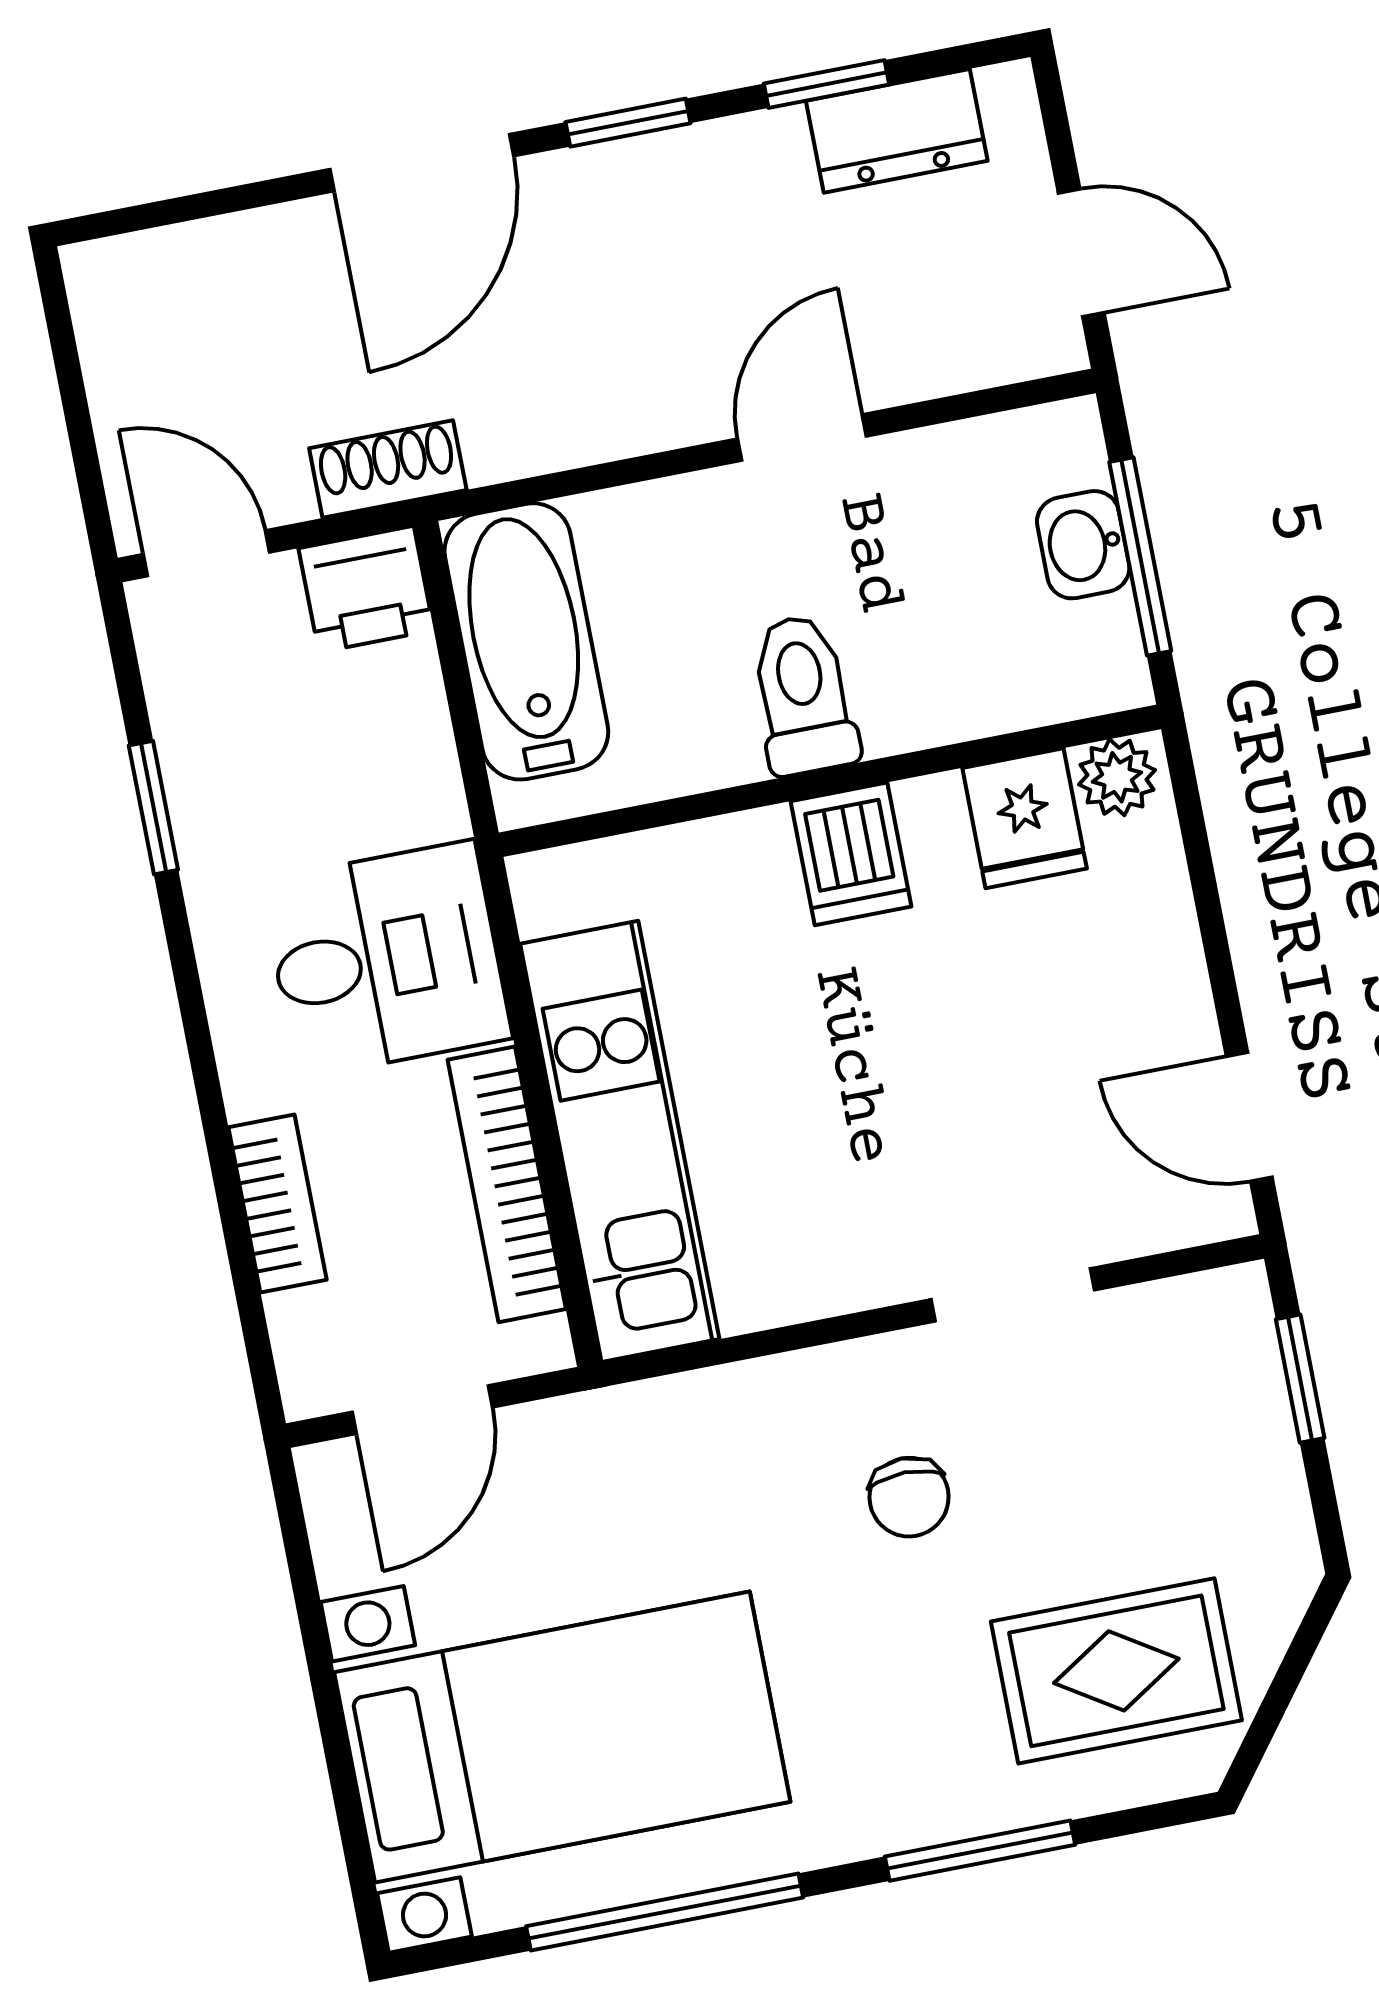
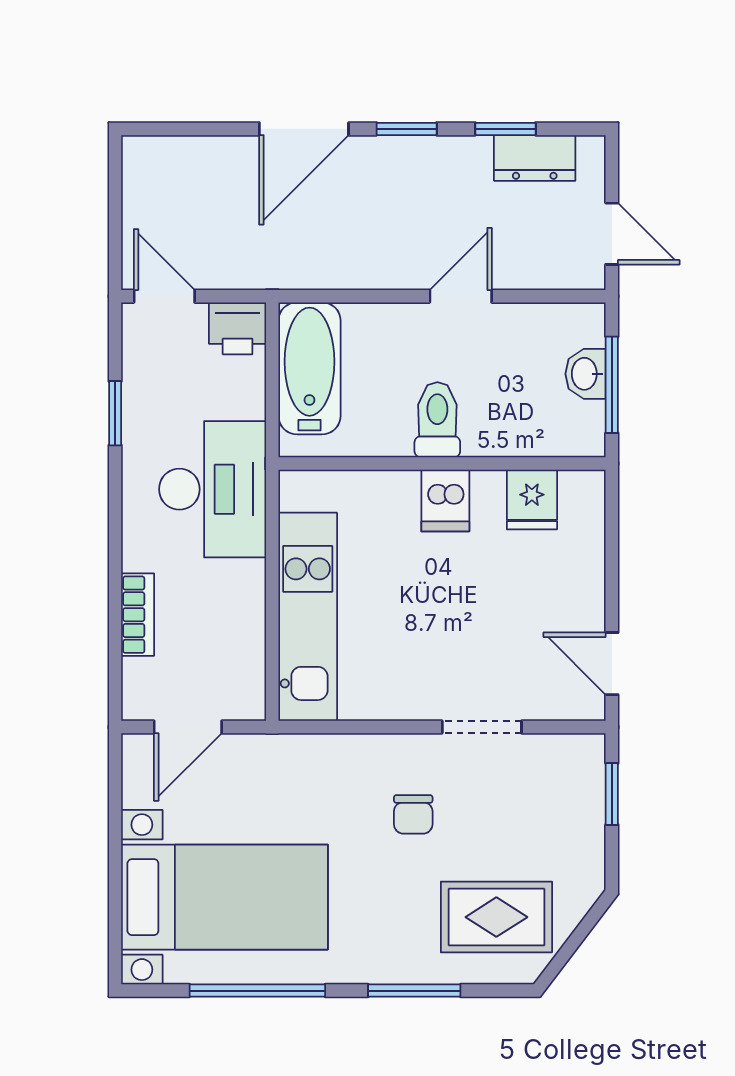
shoe rack: (388, 469) -> (259, 273), removed
plant: (1117, 777) -> (580, 488), removed
desk: (386, 959) -> (213, 489), width x1.37
bookcase: (507, 1184) -> (249, 627), removed

